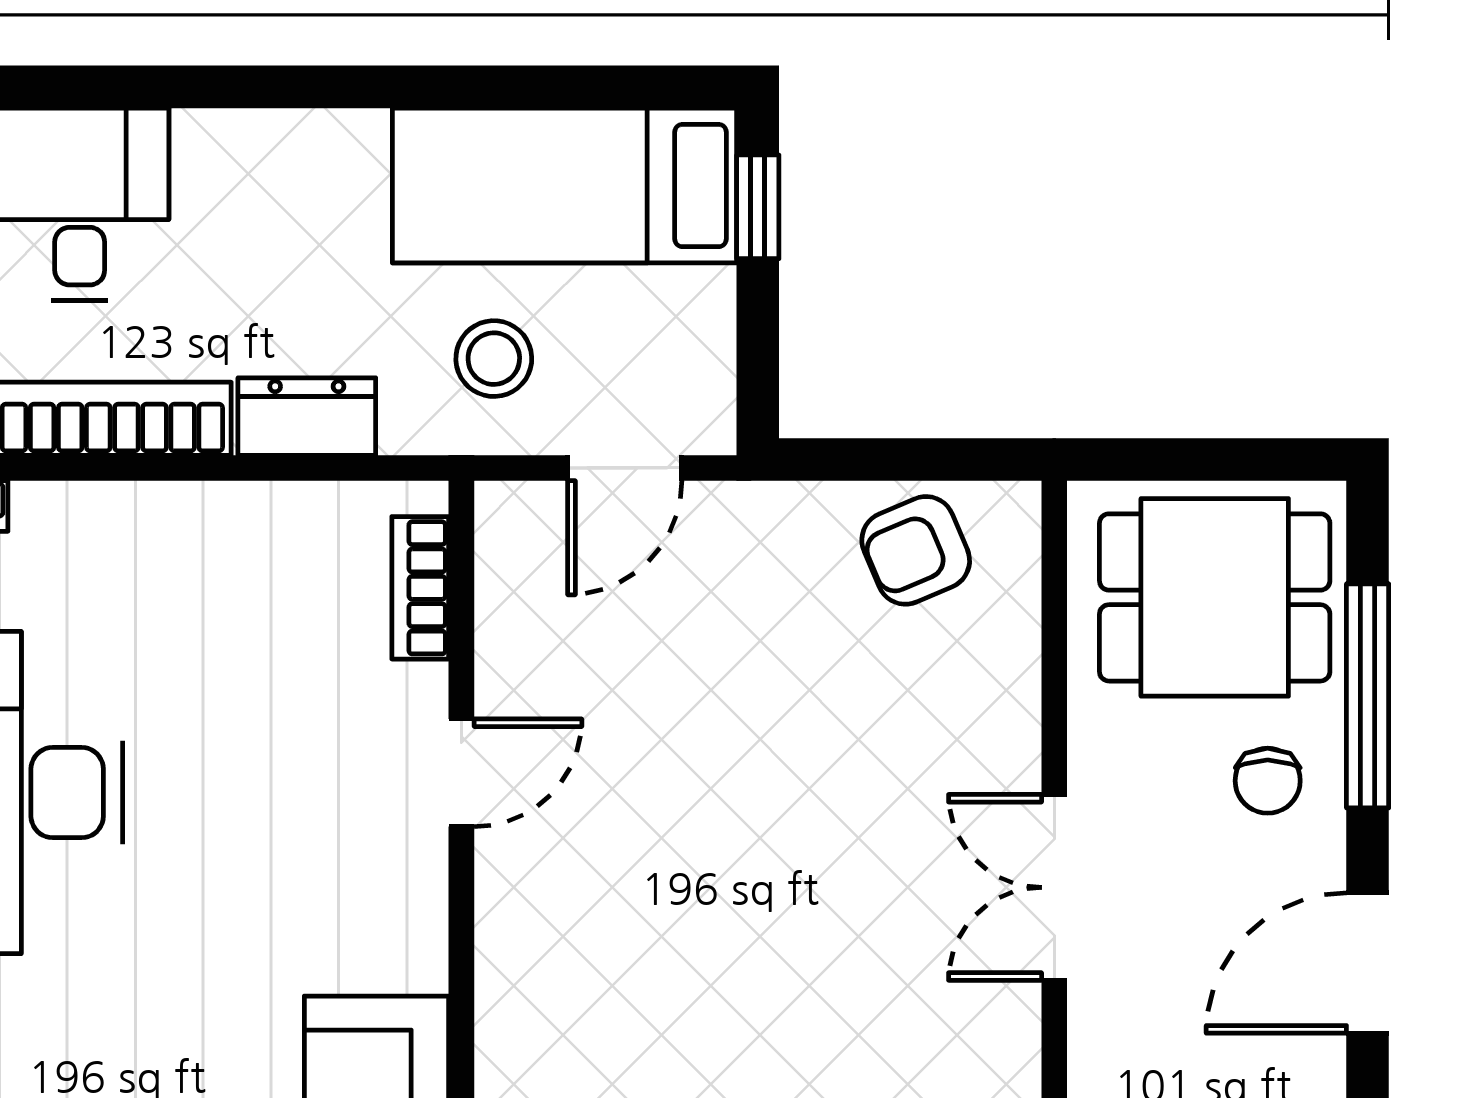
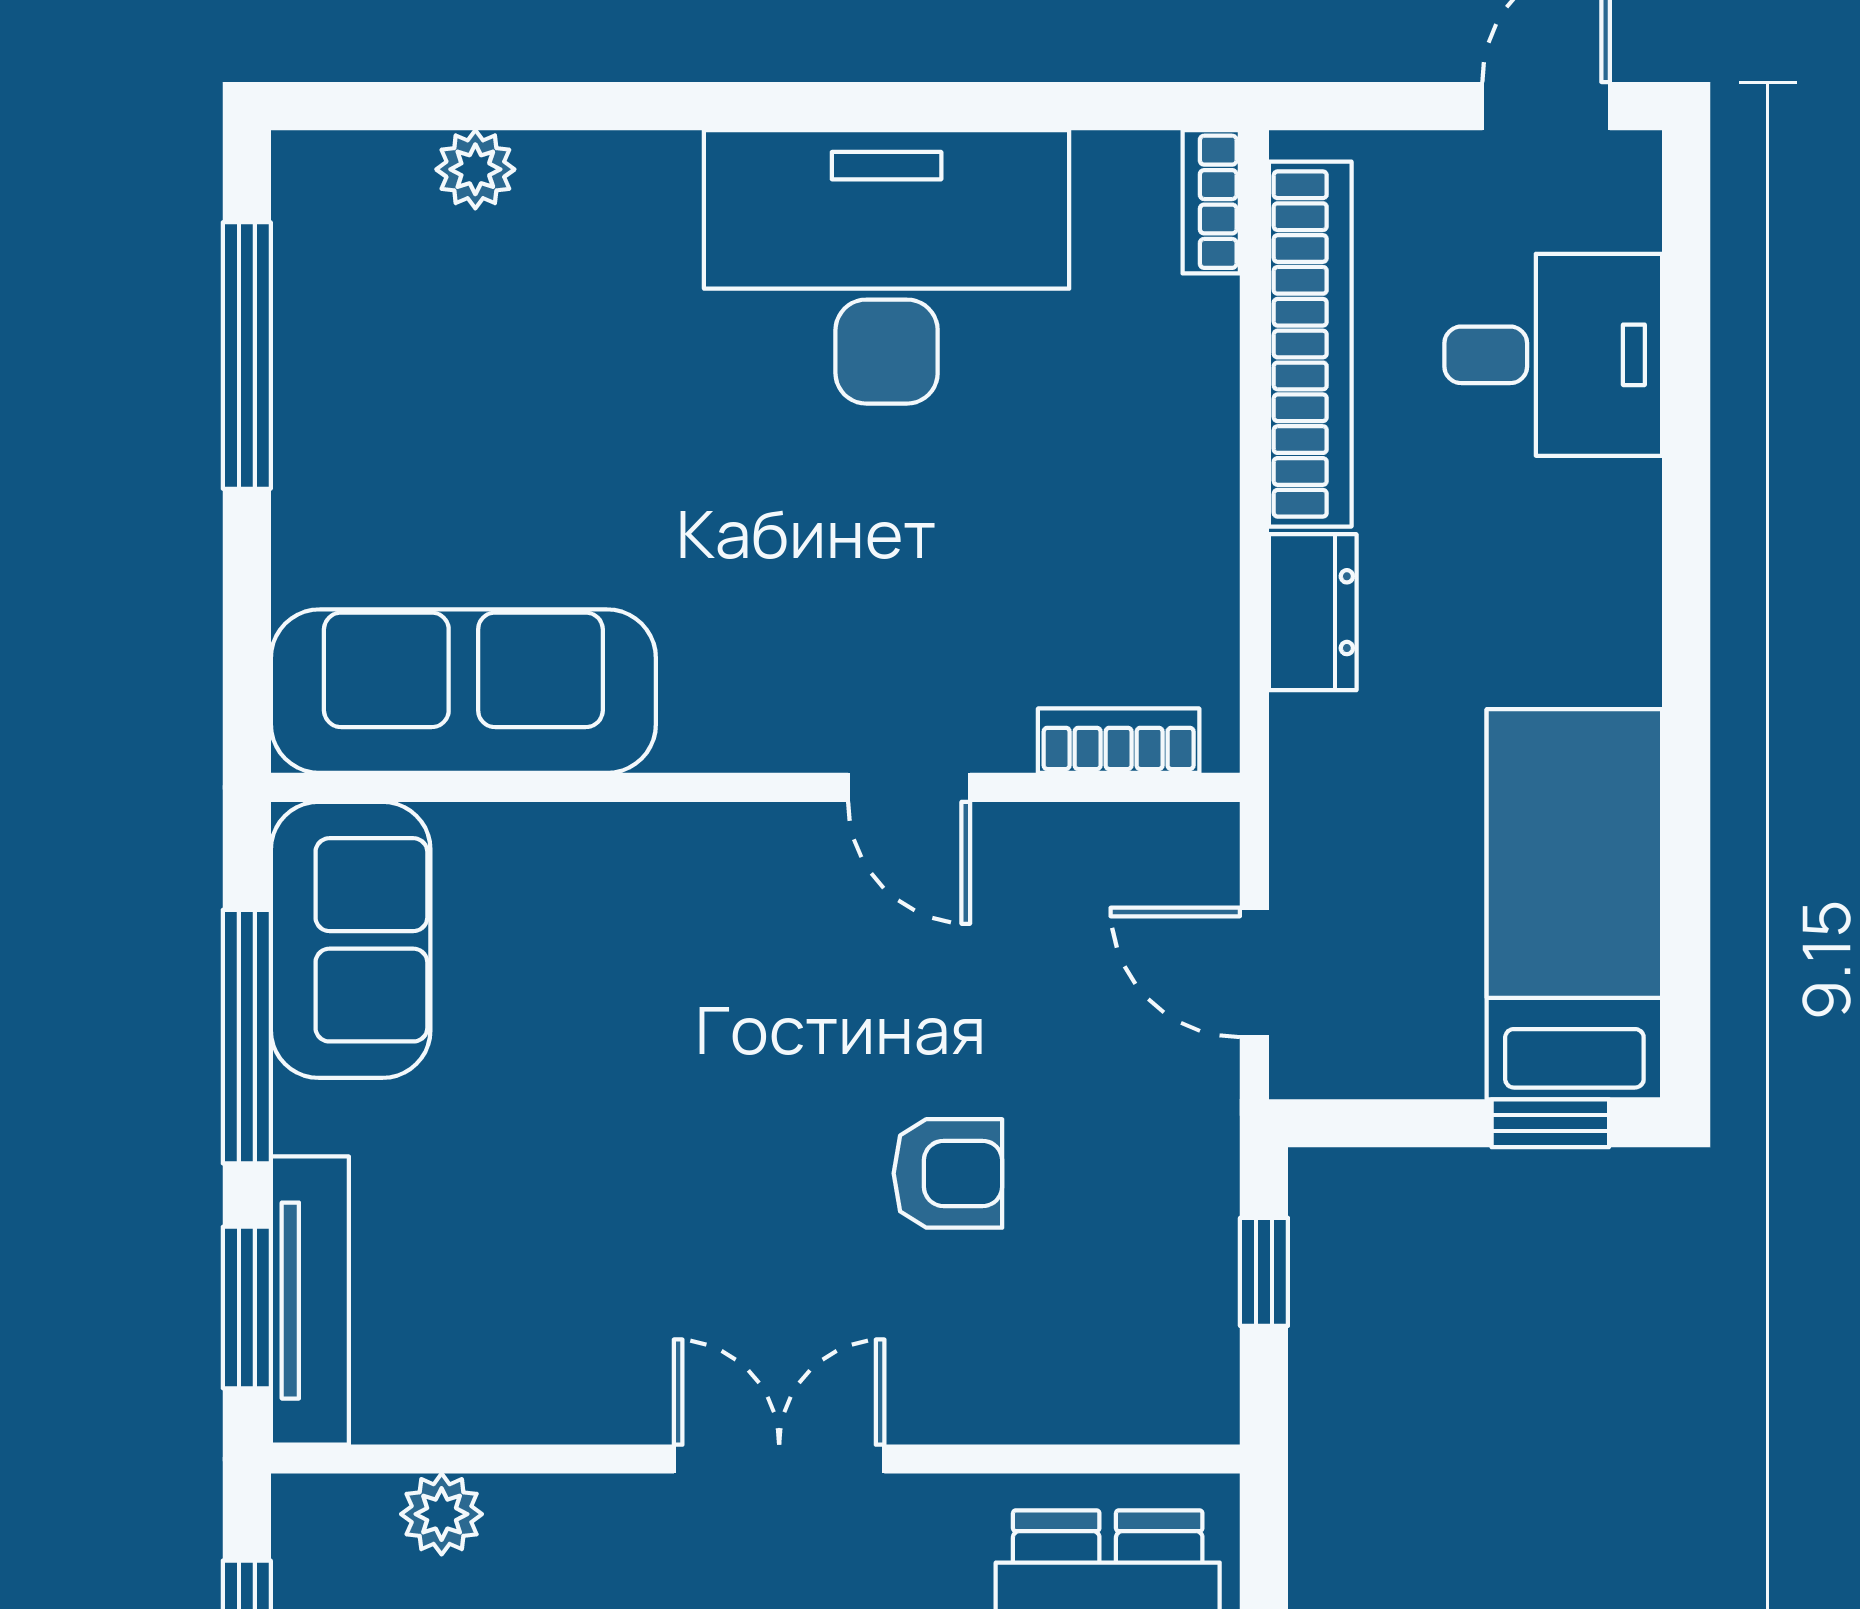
stool: (494, 359) -> (1378, 824), removed
window: (889, 460) -> (1264, 1272), added
armchair: (916, 550) -> (948, 1173), moved, turned 113

